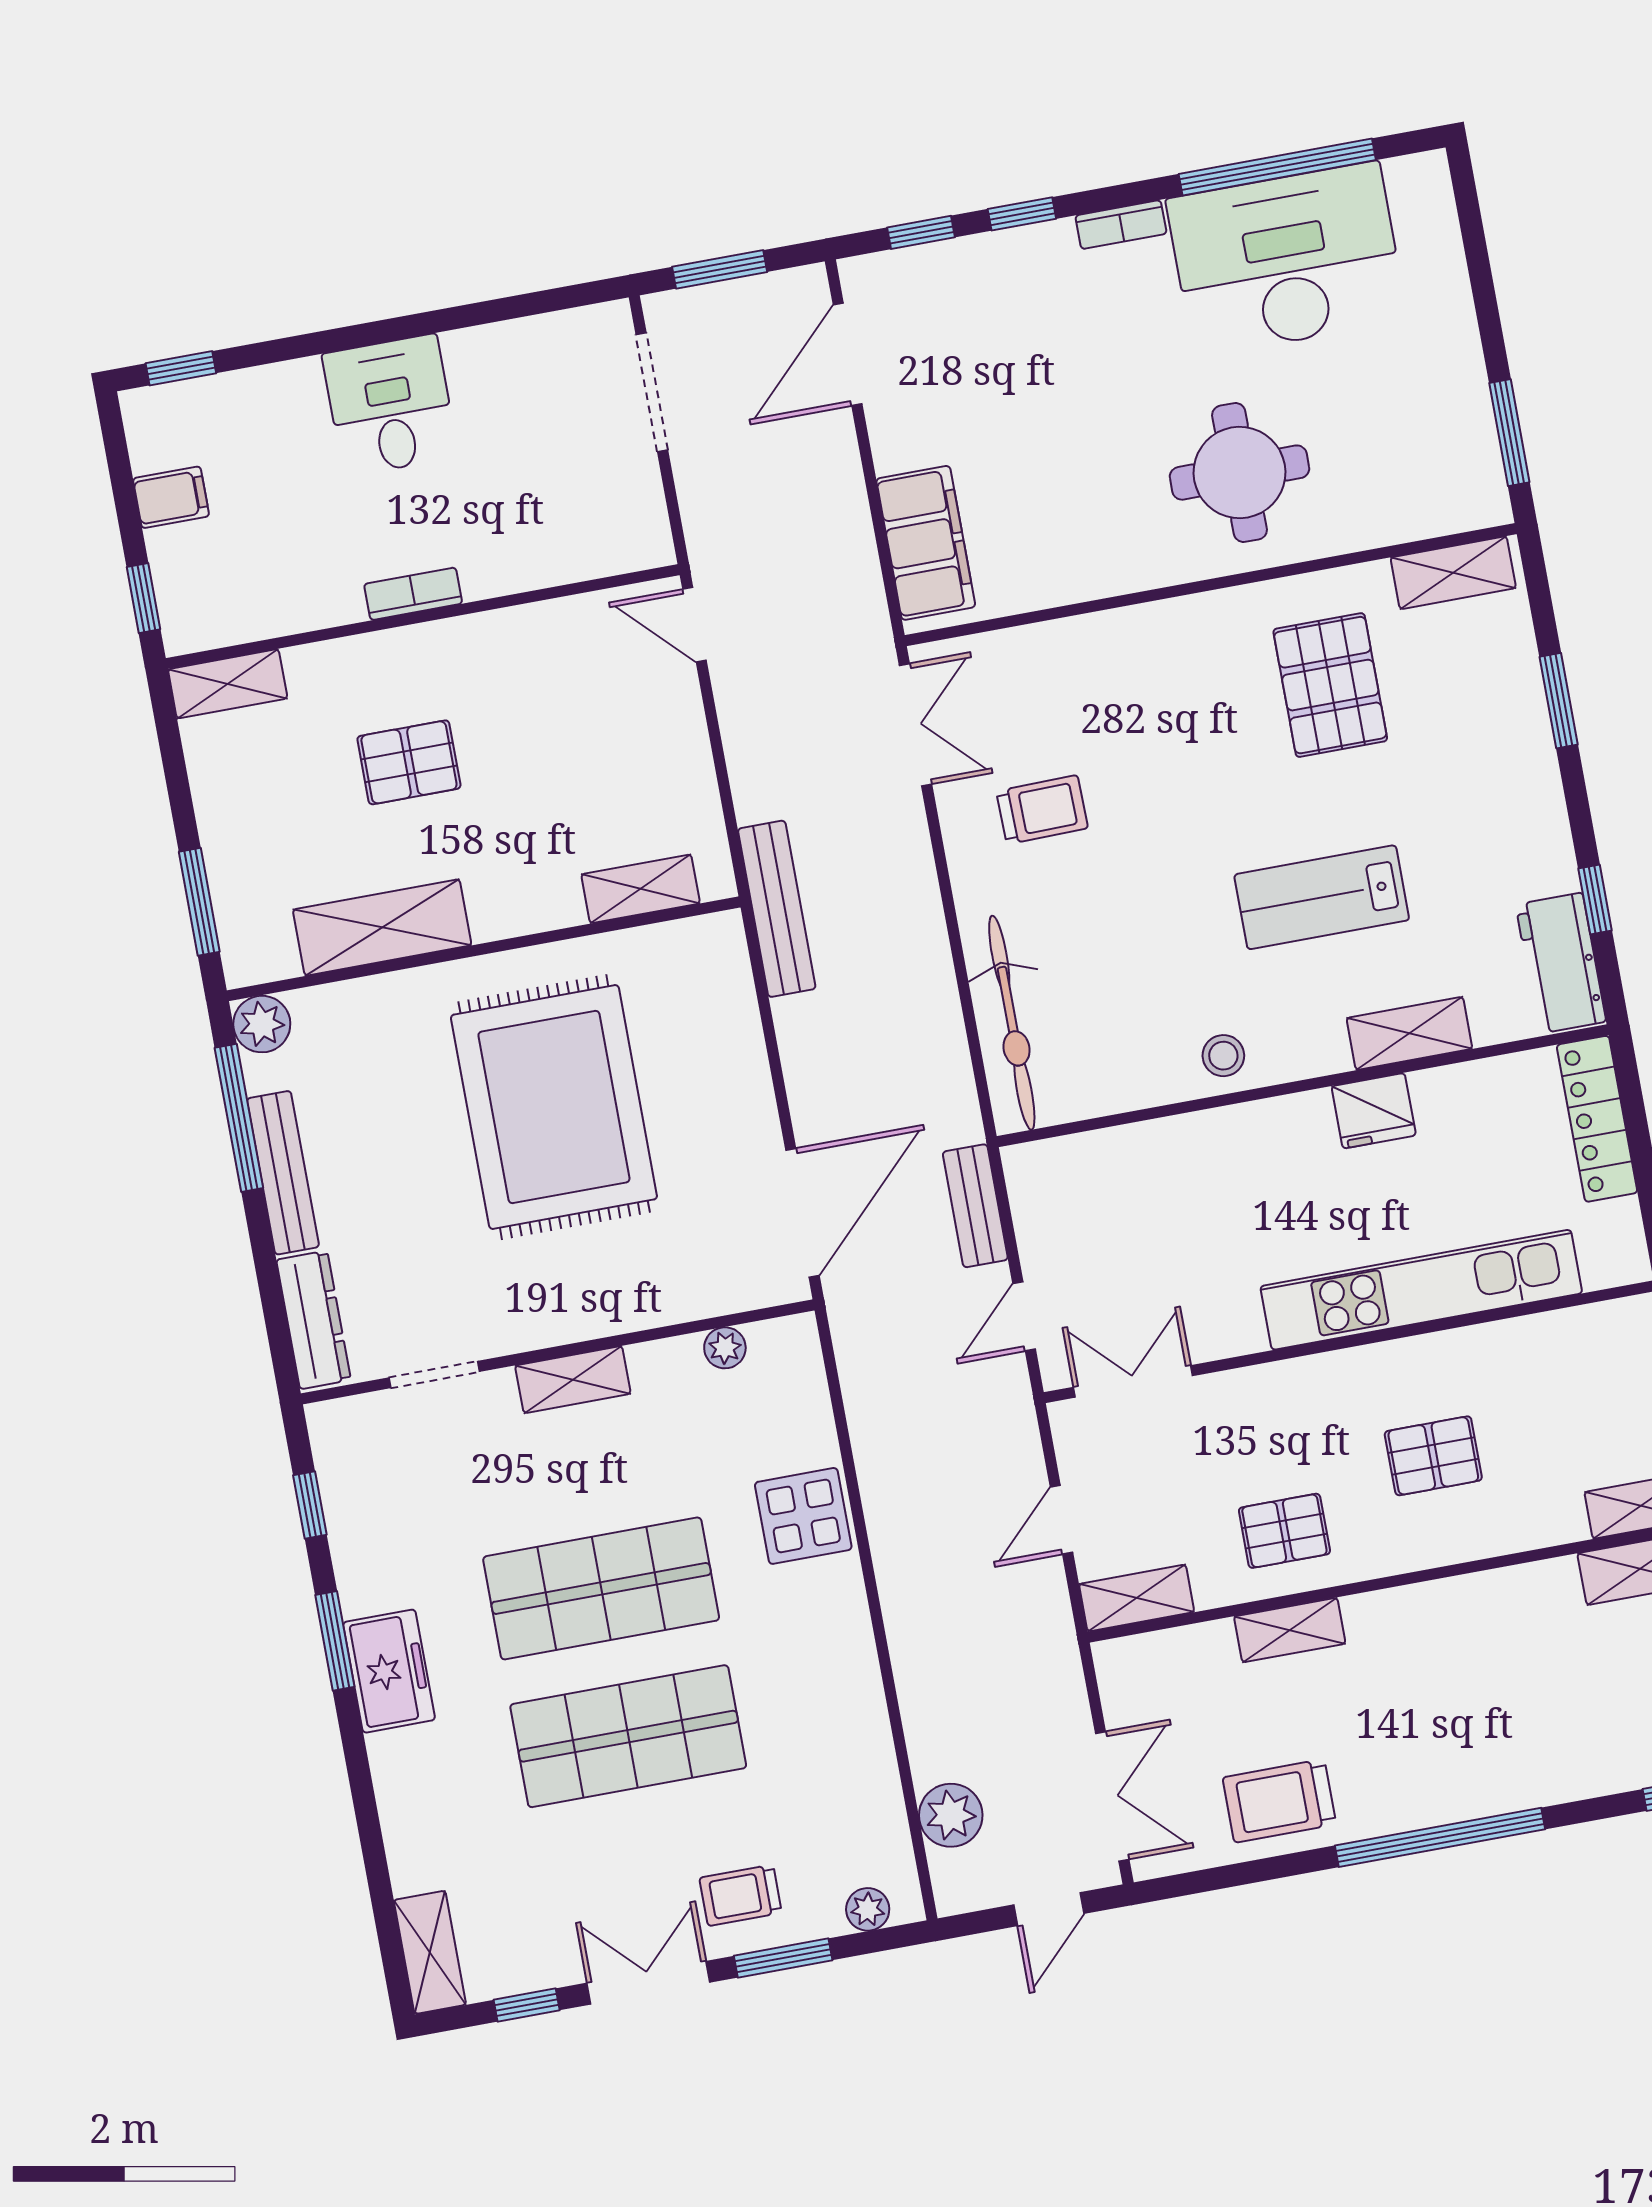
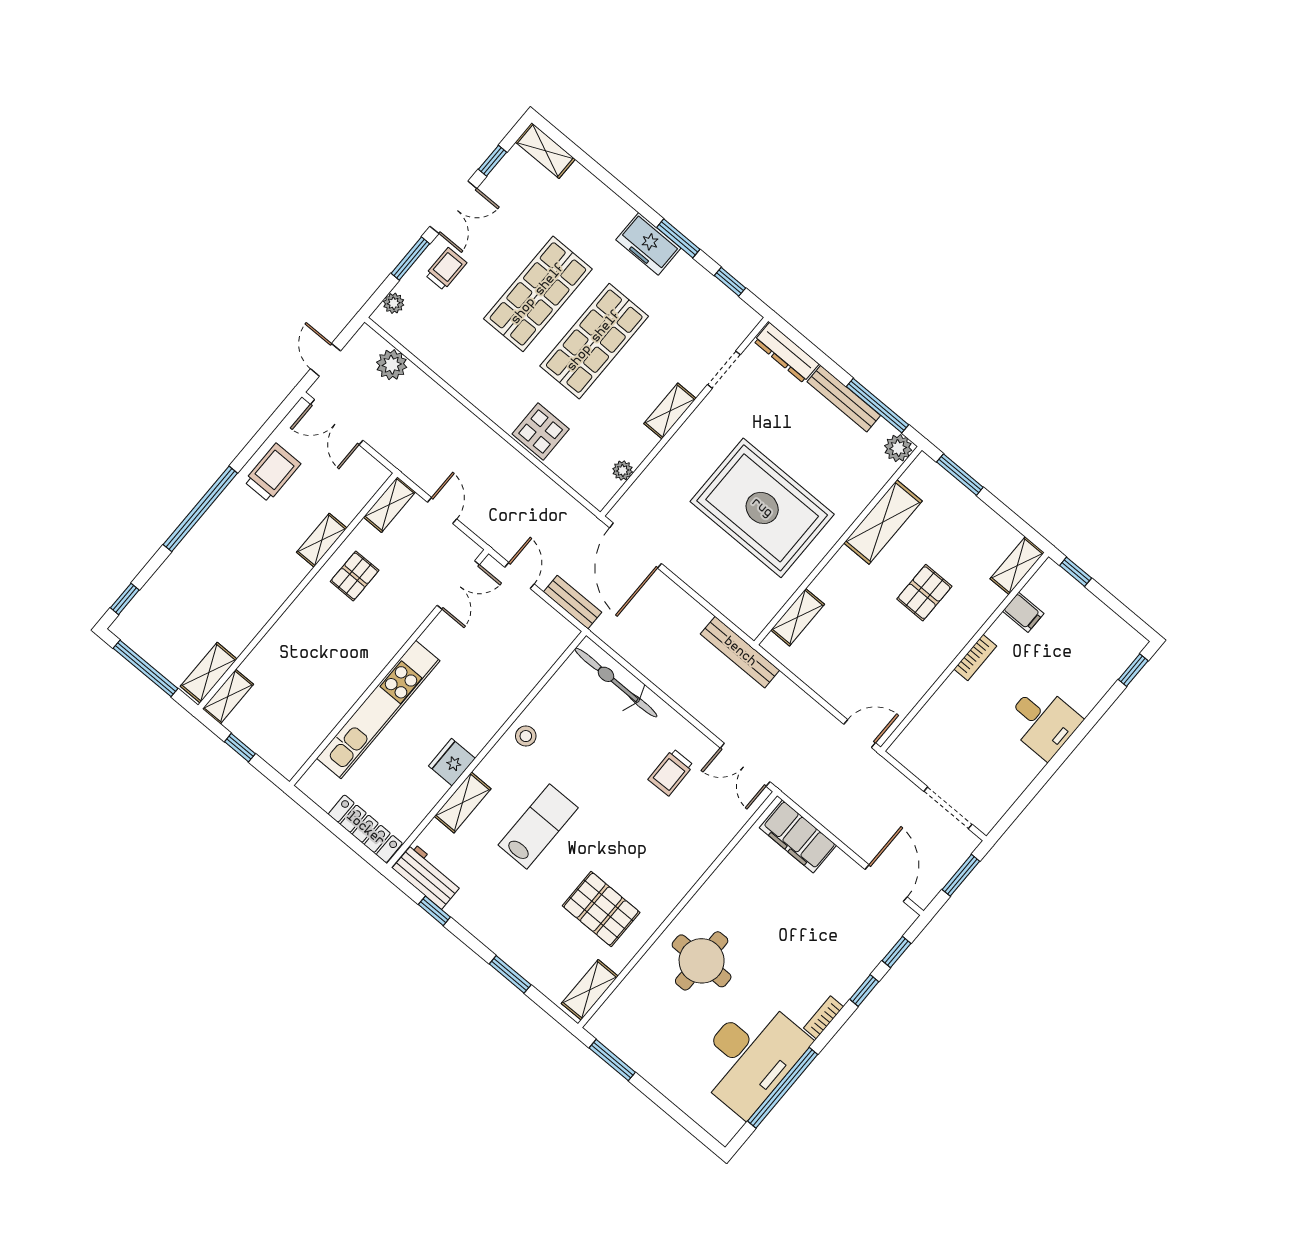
filing cabinet: (171, 497) -> (1023, 612), moved, turned -90
pallet: (1433, 1456) -> (322, 651), removed

